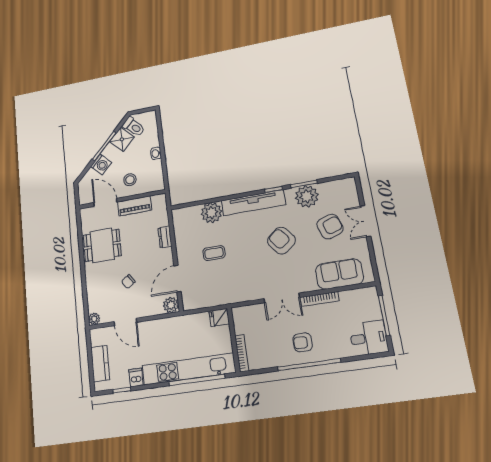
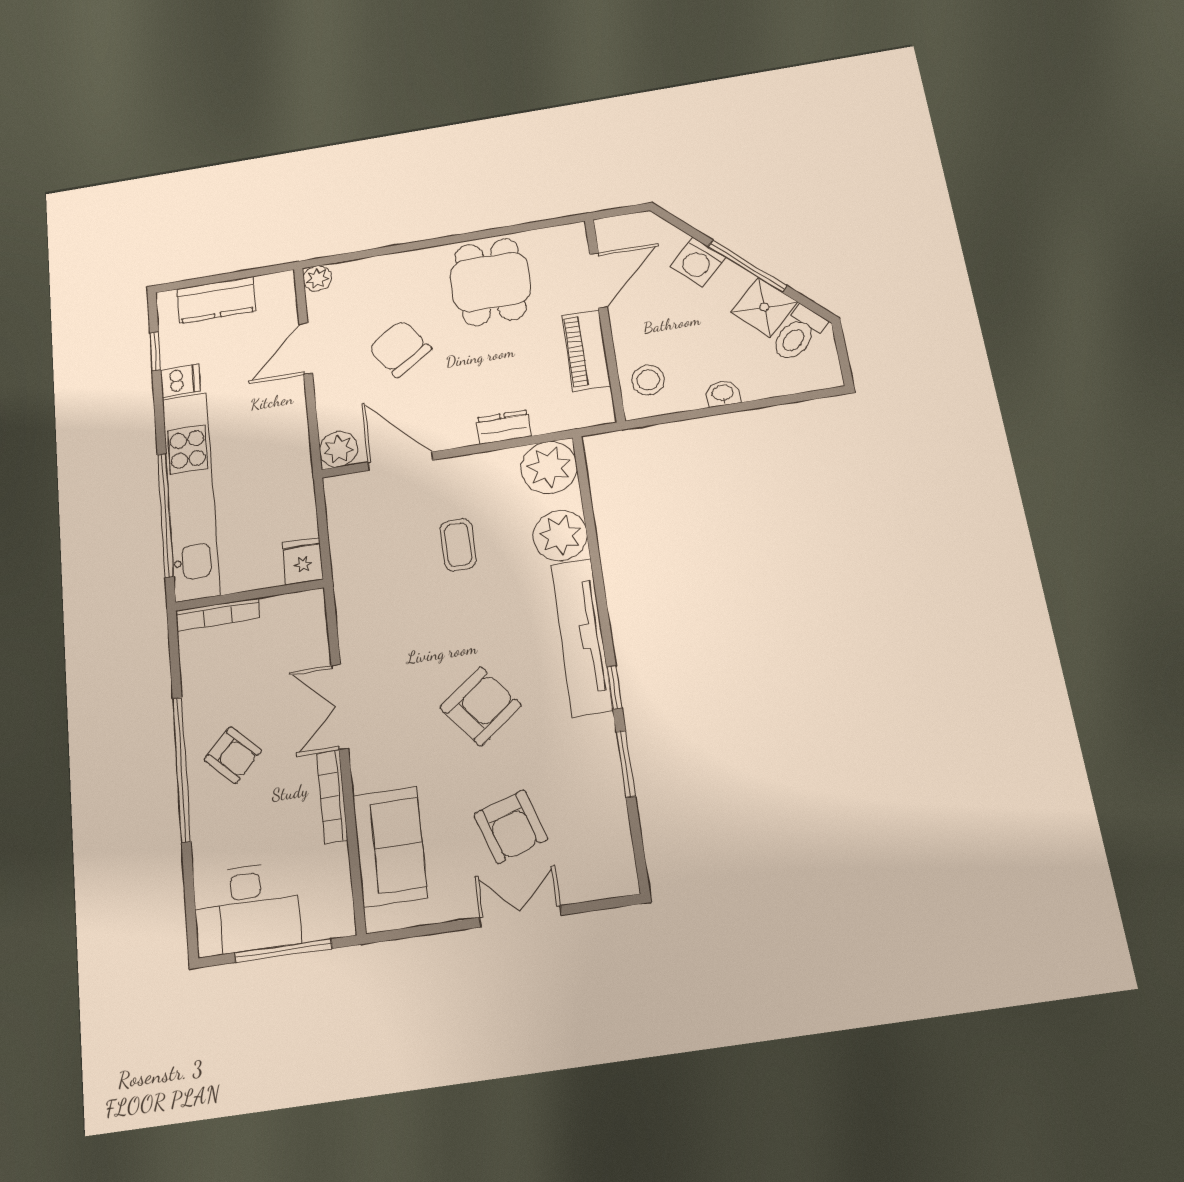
stool: (130, 180) -> (648, 380), moved
plant: (307, 196) -> (549, 467), moved
chair: (128, 282) -> (400, 348), width x1.87, depth x1.87
desk: (369, 338) -> (247, 909), width x1.37
armchair: (303, 342) -> (233, 755), turned 134

